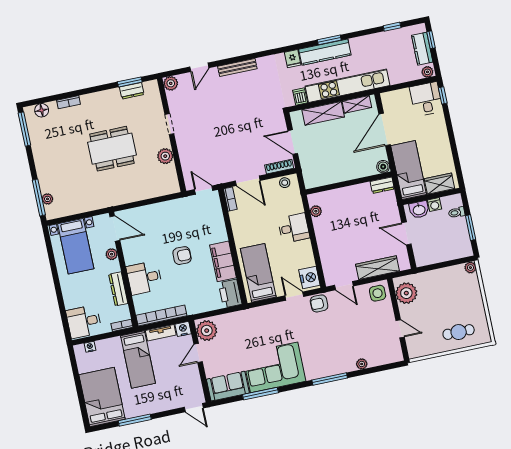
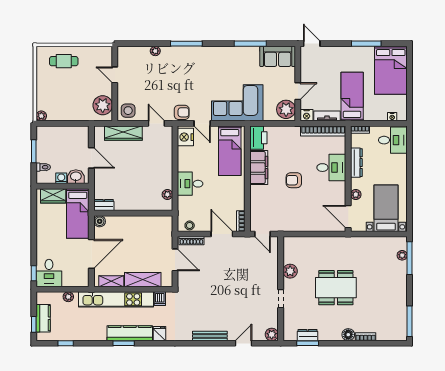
plant: (427, 72) -> (68, 297), moved
floor lamp: (42, 110) -> (348, 335), moved
corner sofa: (274, 367) -> (237, 103), moved, turned 180

